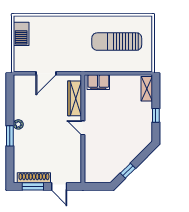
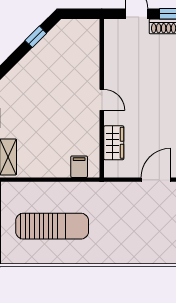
filing cabinet: (98, 82) -> (79, 167), width x0.50
wardrobe: (75, 98) -> (114, 143), width x0.67

